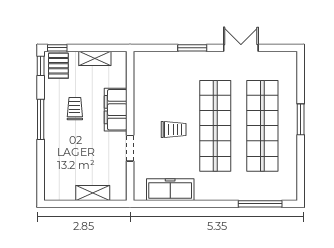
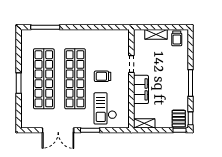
double door: (241, 48) -> (58, 130), width x1.37
shelving: (95, 58) -> (144, 123), moved
checkout: (170, 81) -> (105, 108), added
trolley: (75, 109) -> (177, 38), moved
freezer: (170, 190) -> (105, 37), removed

